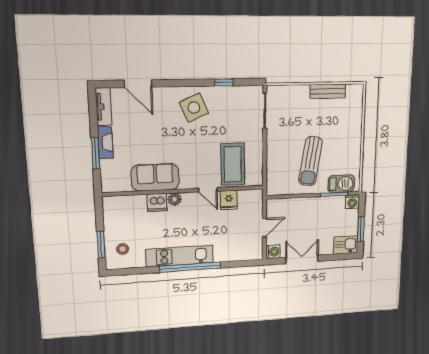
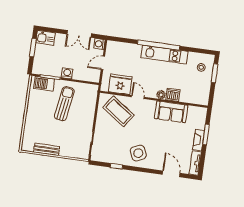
coffee table: (233, 164) -> (118, 111), turned -55
fridge: (229, 200) -> (120, 84), width x1.88, depth x1.34
washing machine: (352, 202) -> (67, 73), moved

